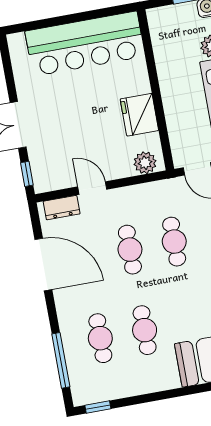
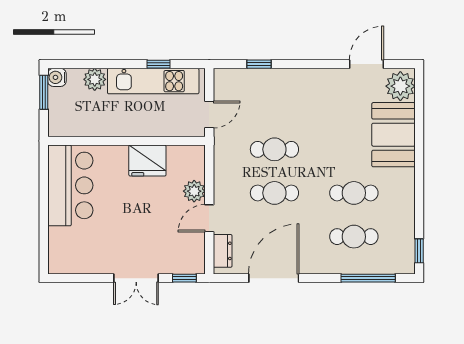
bar counter: (85, 44) -> (70, 185), width x0.73
plant: (145, 163) -> (194, 191), moved

